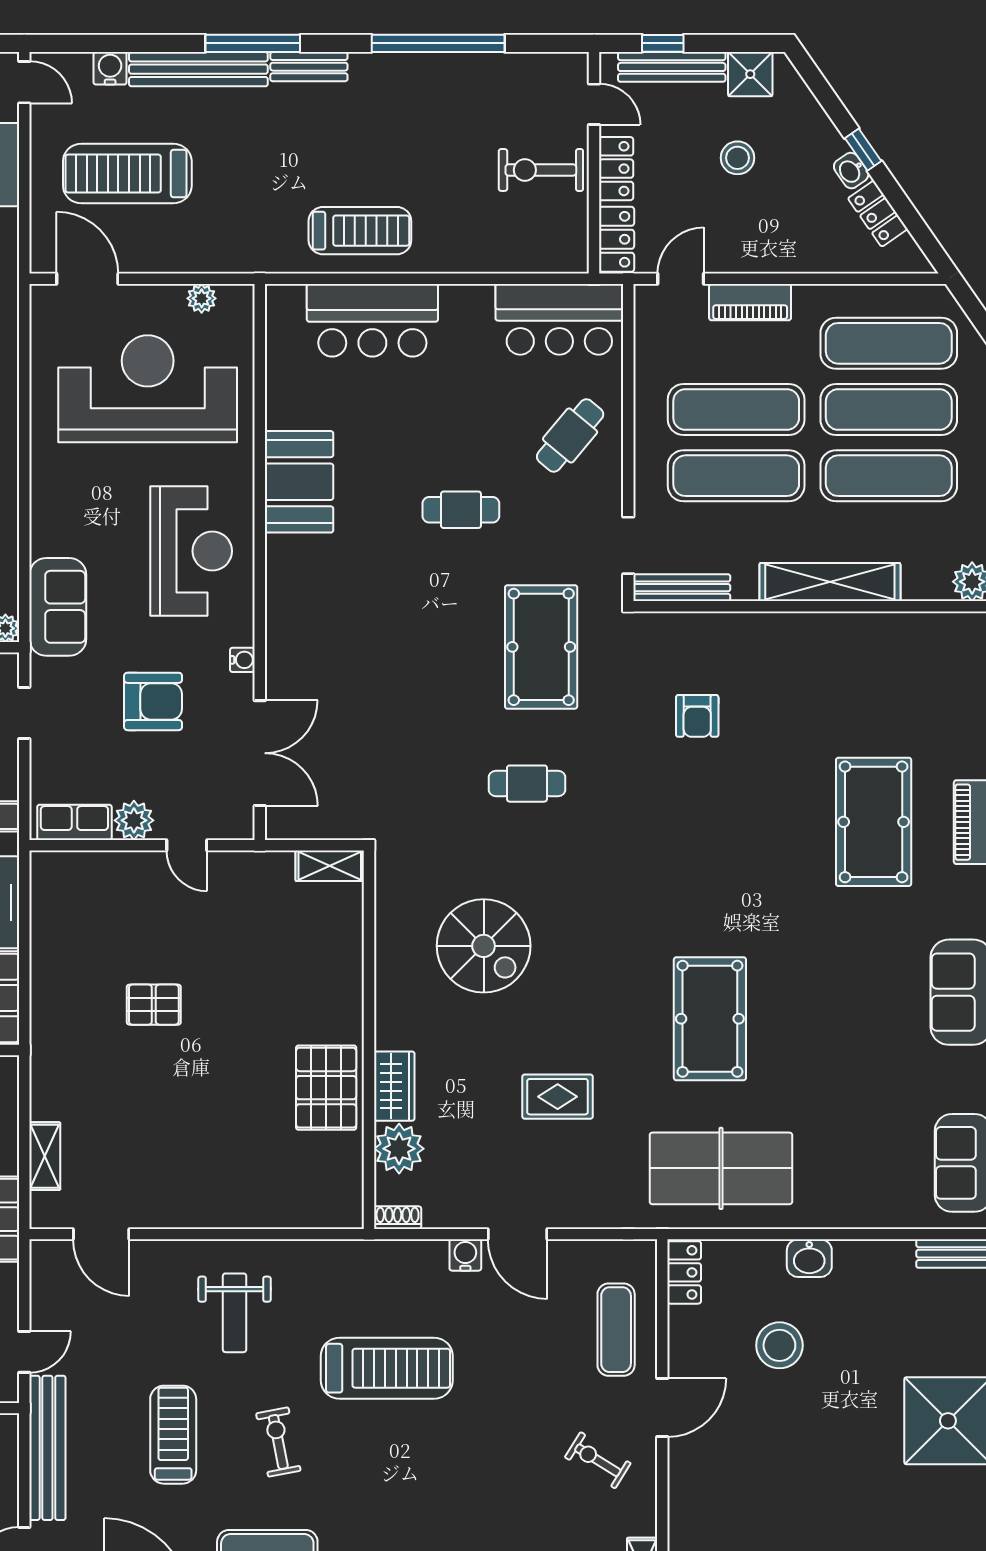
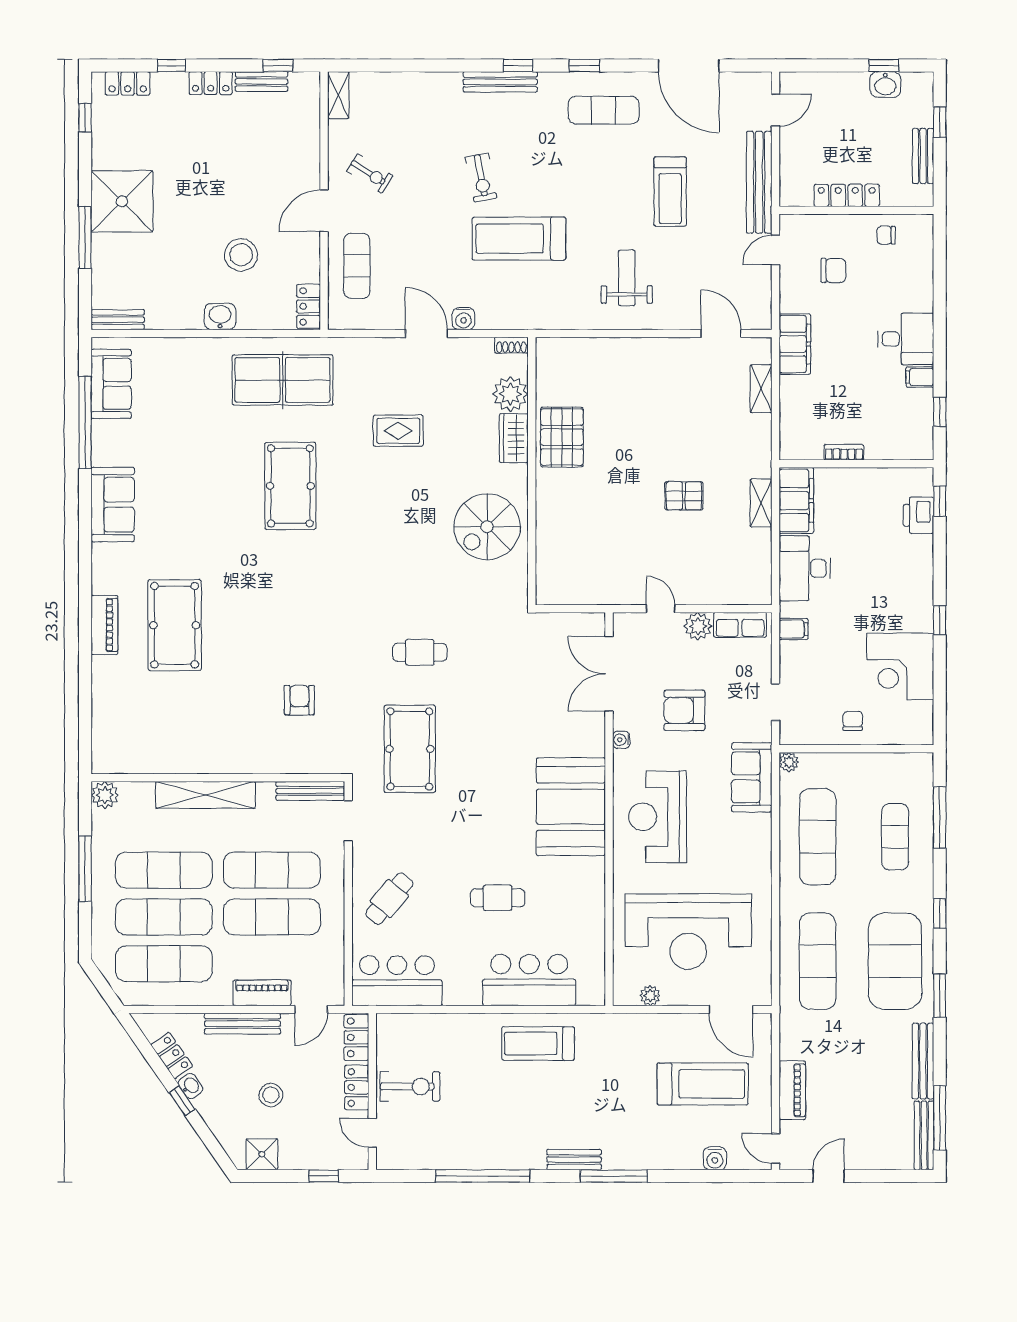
bench: (672, 67) -> (243, 1024), moved
bench: (198, 69) -> (652, 1158), removed
booth: (299, 482) -> (571, 807), moved, width x1.36, depth x1.42
cafe table: (461, 510) -> (498, 898), moved
shelving: (330, 866) -> (761, 503), moved, turned 90
spiral stairs: (484, 946) -> (487, 527), moved, turned -90
exercise bike: (278, 1442) -> (481, 178), moved

